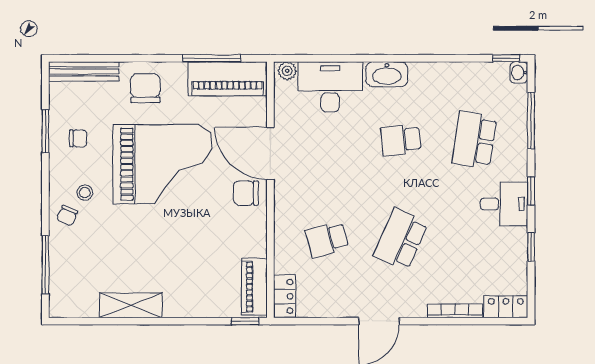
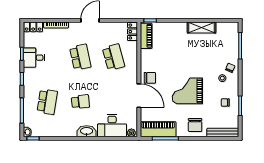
grand piano: (163, 164) -> (187, 91), width x0.73, depth x0.68
desk: (504, 204) -> (34, 58), moved
school desk: (327, 239) -> (113, 57), width x1.85
school desk: (401, 239) -> (80, 57), turned -36

